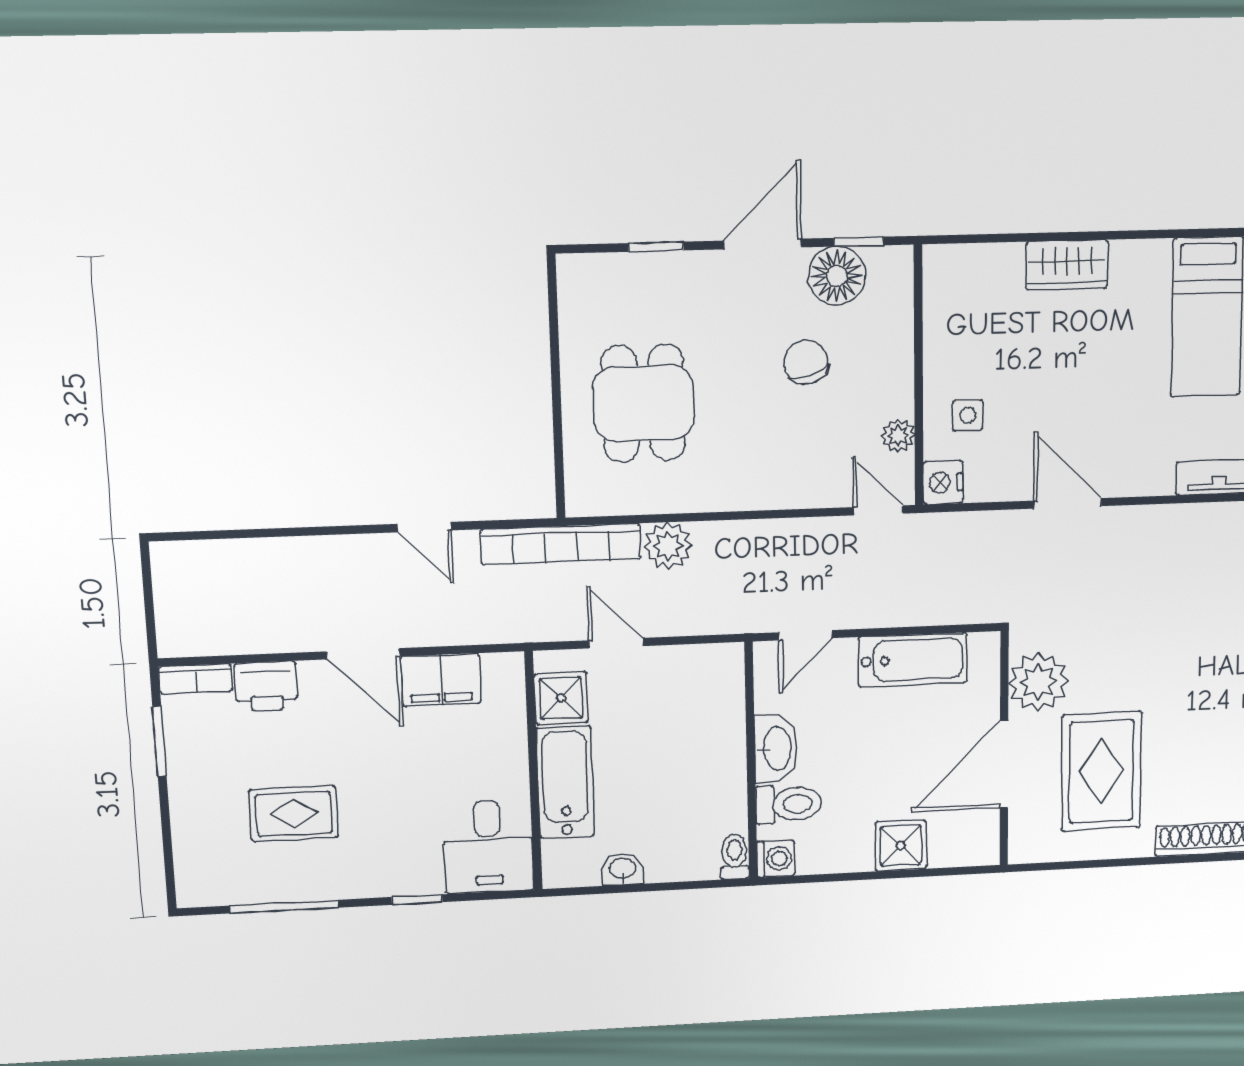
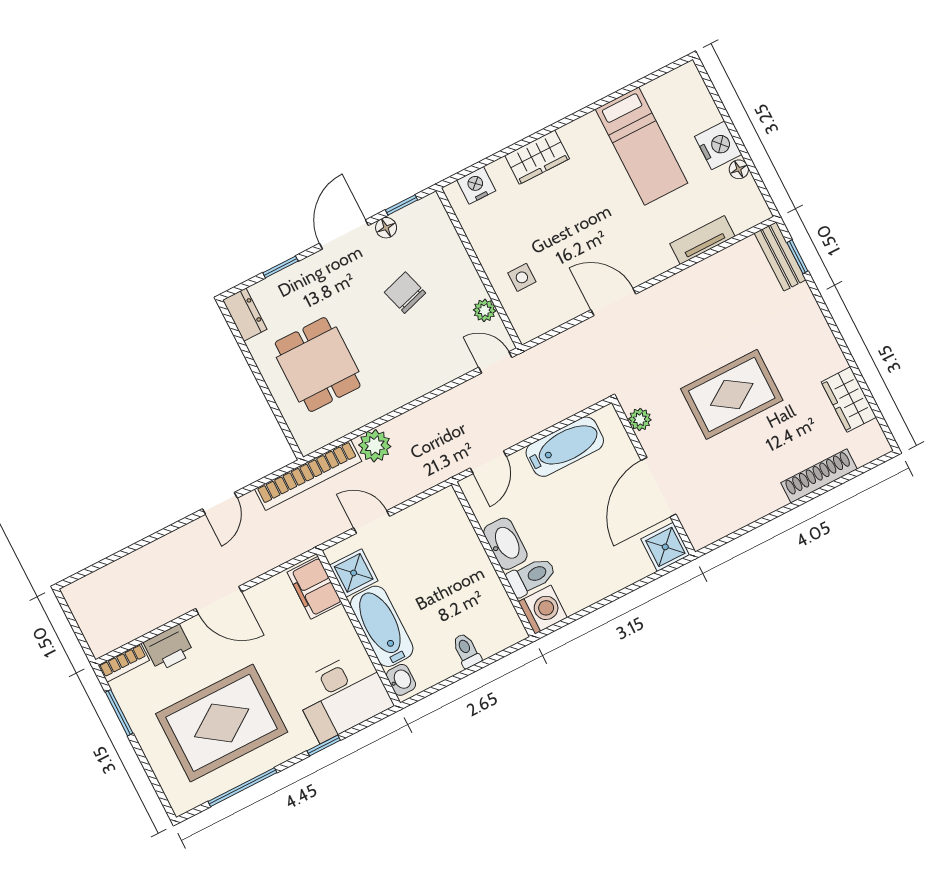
floor lamp: (837, 276) -> (386, 228), width x0.53, depth x0.53
dresser: (577, 289) -> (245, 315), added
nightstand: (943, 482) -> (476, 185), moved, turned 90
door: (424, 527) -> (220, 503), hinge flipped
filing cabinet: (441, 680) -> (315, 588), moved, turned 90
plant: (1038, 682) -> (640, 419), width x0.53, depth x0.53
rug: (1101, 771) -> (732, 394), moved, turned 90
rug: (294, 814) -> (222, 723), width x1.86, depth x2.06
shower: (901, 846) -> (665, 547), moved
desk: (488, 847) -> (342, 696), width x1.37
toilet: (734, 856) -> (466, 651), moved
washing machine: (776, 859) -> (543, 610), width x1.38, depth x1.38
washbasin: (622, 869) -> (401, 680), moved, turned 90

